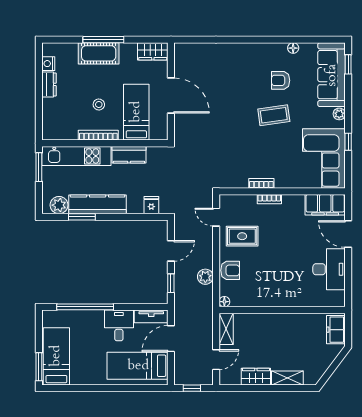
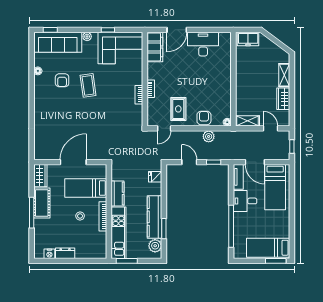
cot: (99, 53) -> (42, 203), moved

